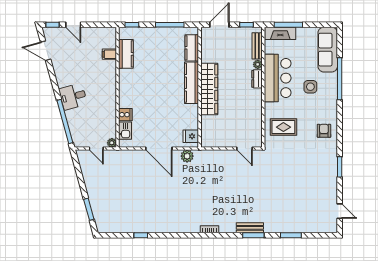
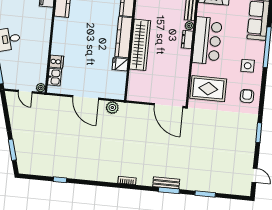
side table: (310, 87) -> (248, 66), moved
rug: (283, 127) -> (208, 89), width x1.36, depth x1.43
fridge: (191, 136) -> (120, 64), moved
door: (244, 149) -> (168, 106), width x1.88

